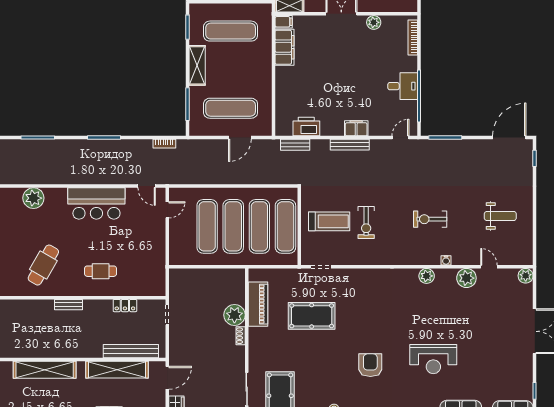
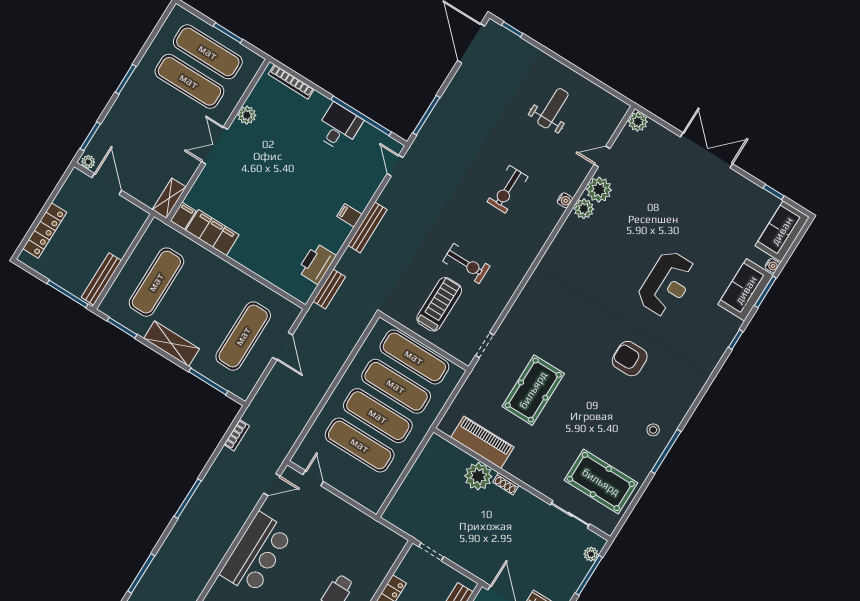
filing cabinet: (356, 128) -> (349, 215), width x0.50
plant: (427, 276) -> (584, 209), moved

